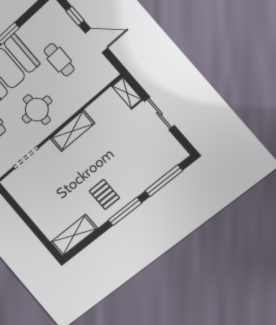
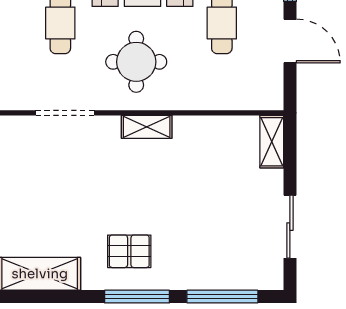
sliding door: (159, 113) -> (290, 227), moved
shelving: (72, 131) -> (147, 127), width x0.67, depth x0.75
pallet: (104, 194) -> (129, 251), turned 90

